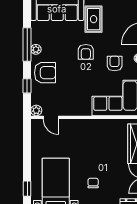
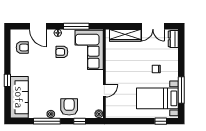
rug: (94, 19) -> (27, 69), removed
armchair: (86, 52) -> (22, 47), moved
door: (51, 117) -> (104, 91), moved

